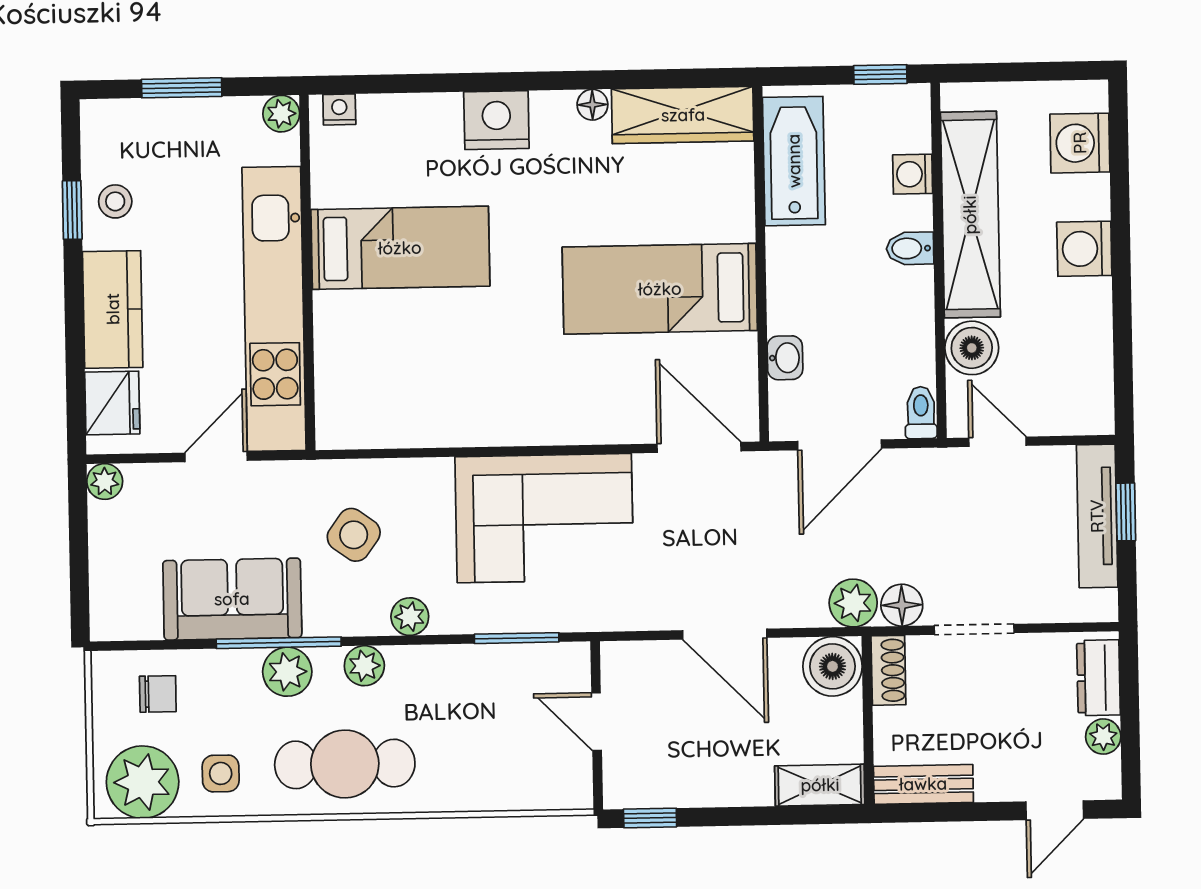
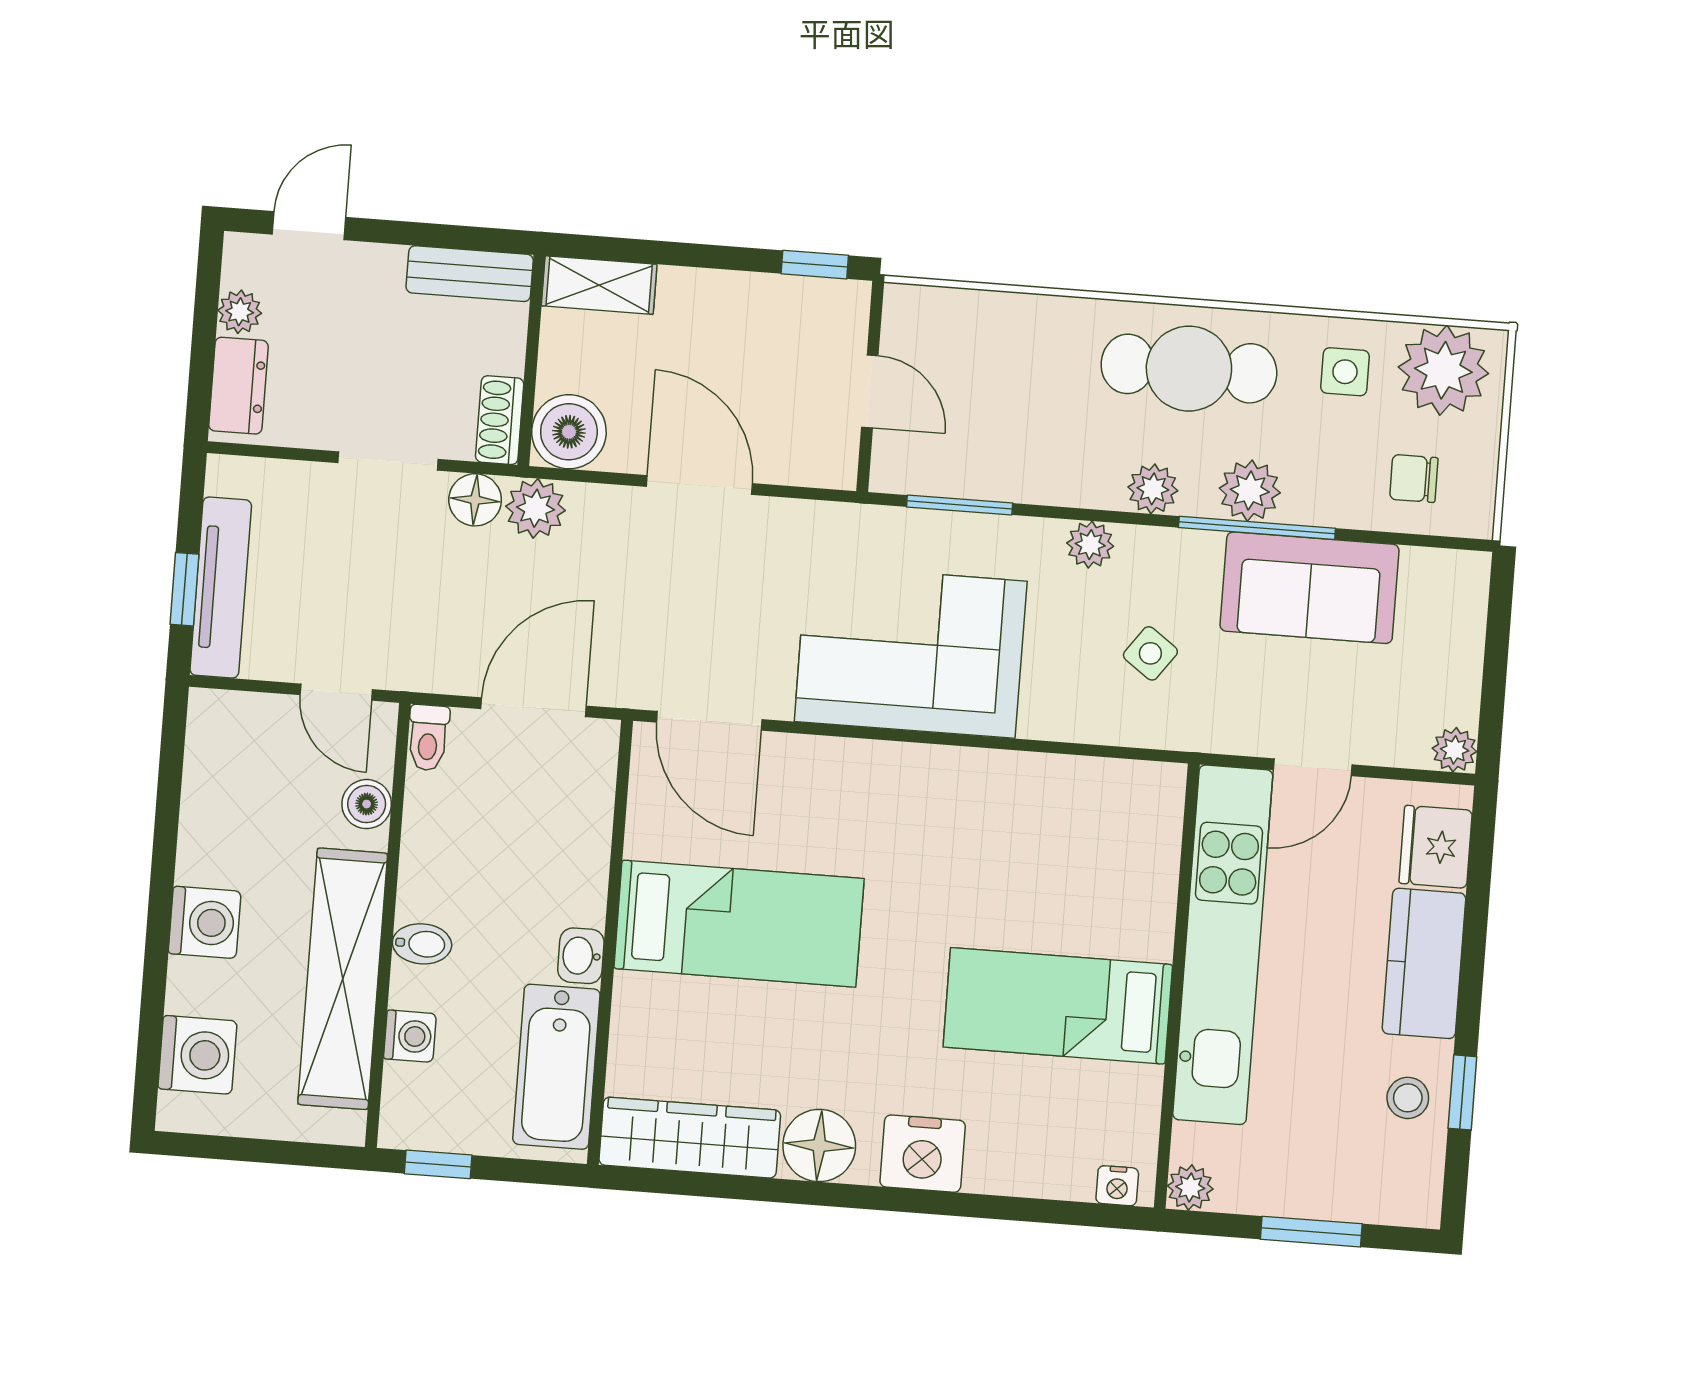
floor lamp: (592, 105) -> (819, 1146), width x1.89, depth x1.89
boiler: (972, 348) -> (367, 804), width x0.73, depth x0.73
washbasin: (785, 358) -> (581, 956), moved
side table: (354, 535) -> (1150, 653), width x0.73, depth x0.73

